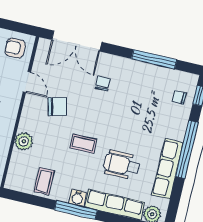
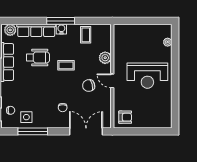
door: (27, 82) -> (112, 81), moved
side table: (159, 82) -> (26, 117), added

